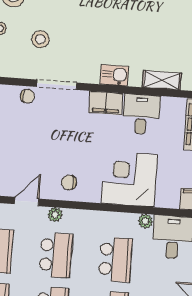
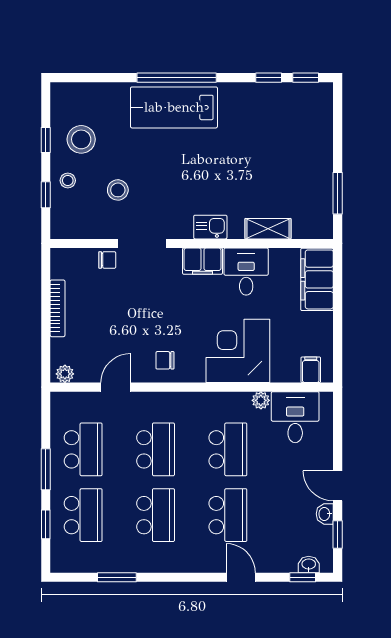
plant: (55, 215) -> (151, 400), removed

